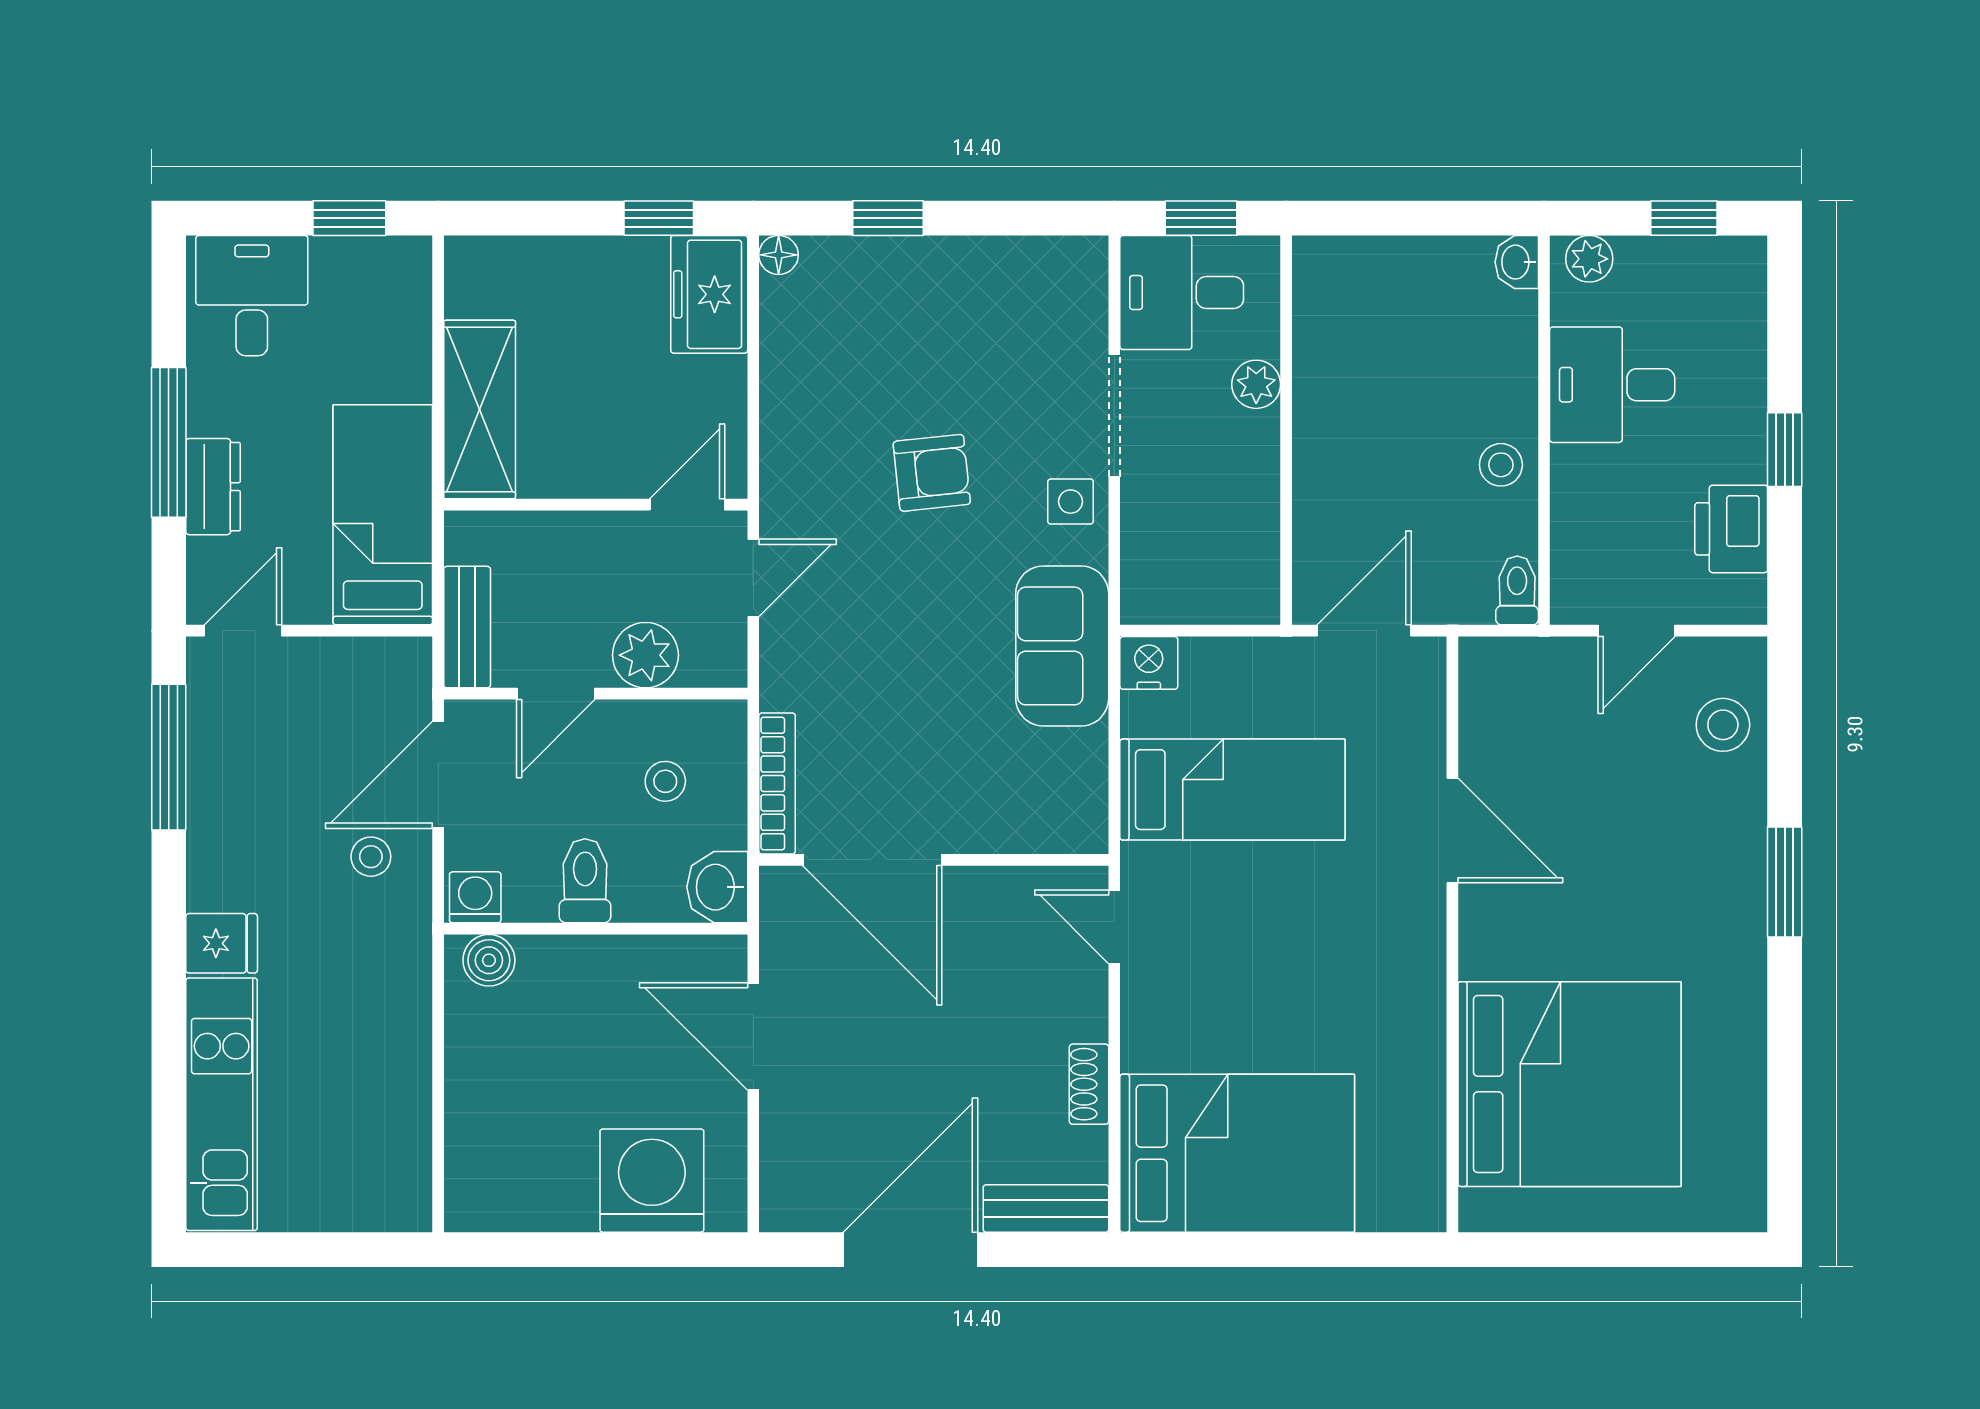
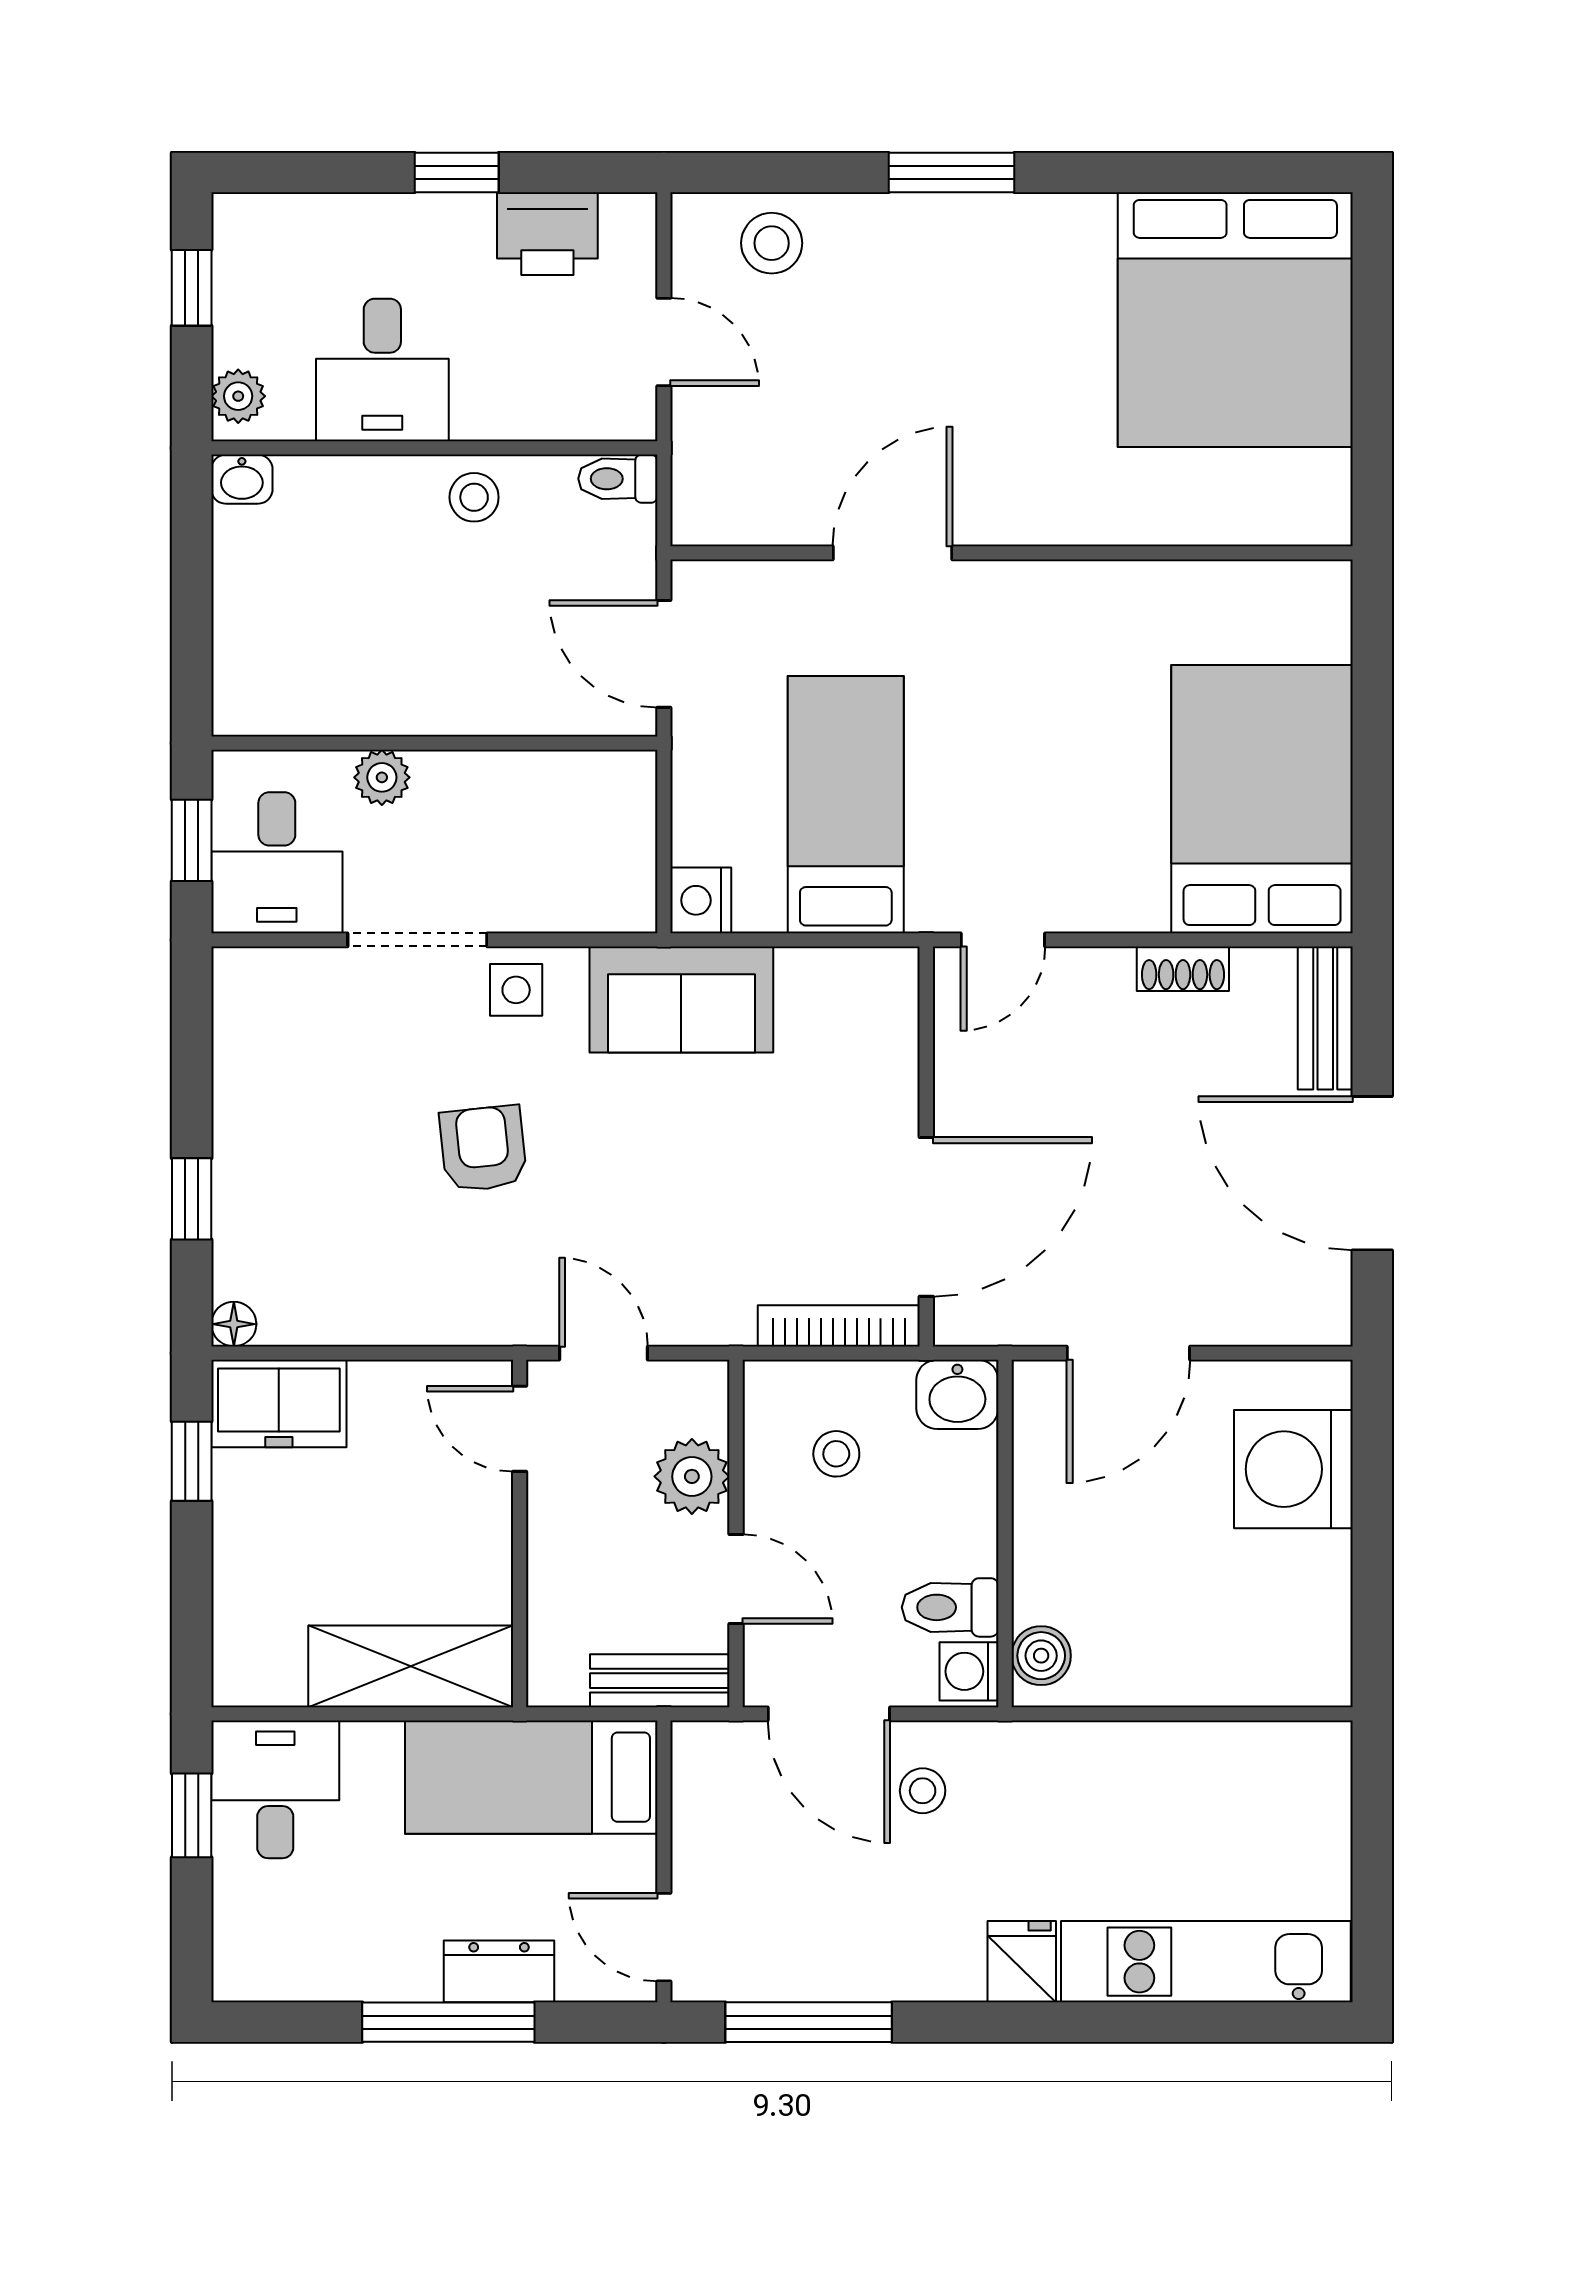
desk: (252, 296) -> (275, 1789), moved, turned 90
toilet: (585, 881) -> (950, 1607), moved
bed: (1569, 1084) -> (1235, 320), moved, turned 180

